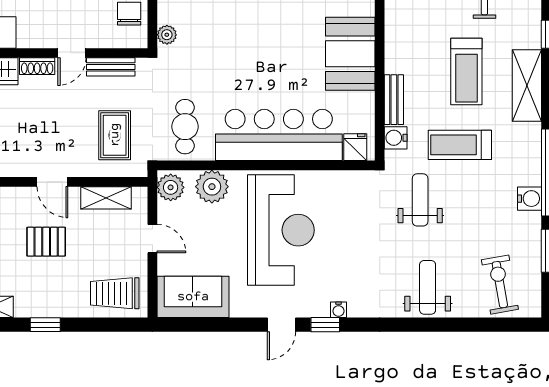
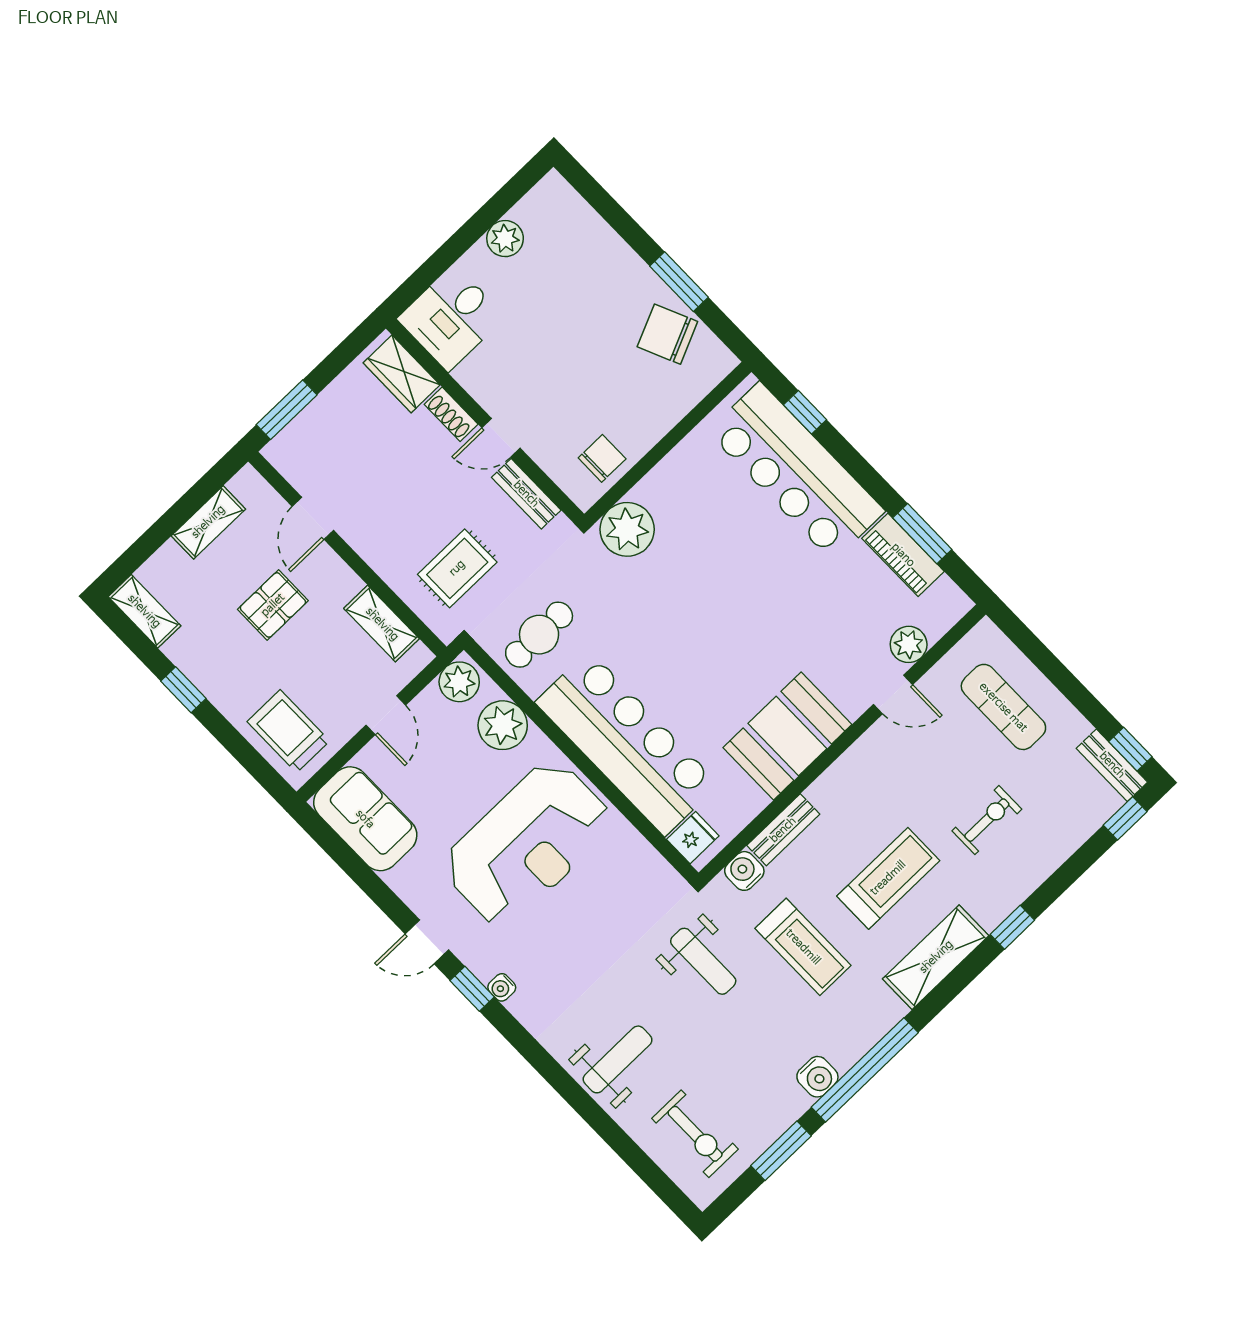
plant: (167, 35) -> (627, 529), width x1.87, depth x1.87
treadmill: (466, 71) -> (888, 878), turned 180
treadmill: (460, 145) -> (803, 947), turned 180
door: (52, 182) -> (313, 518), moved
weight bench: (420, 200) -> (703, 961), turned 90
pallet: (46, 242) -> (273, 605), turned 90
exercise bike: (500, 285) -> (695, 1134), turned 100

